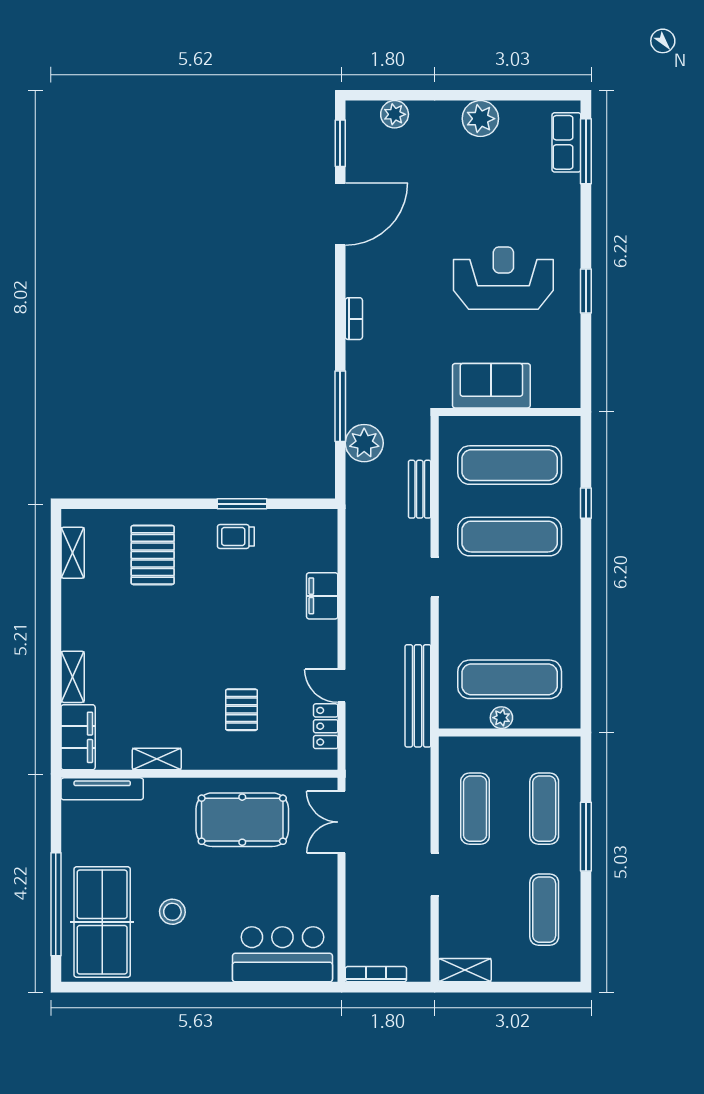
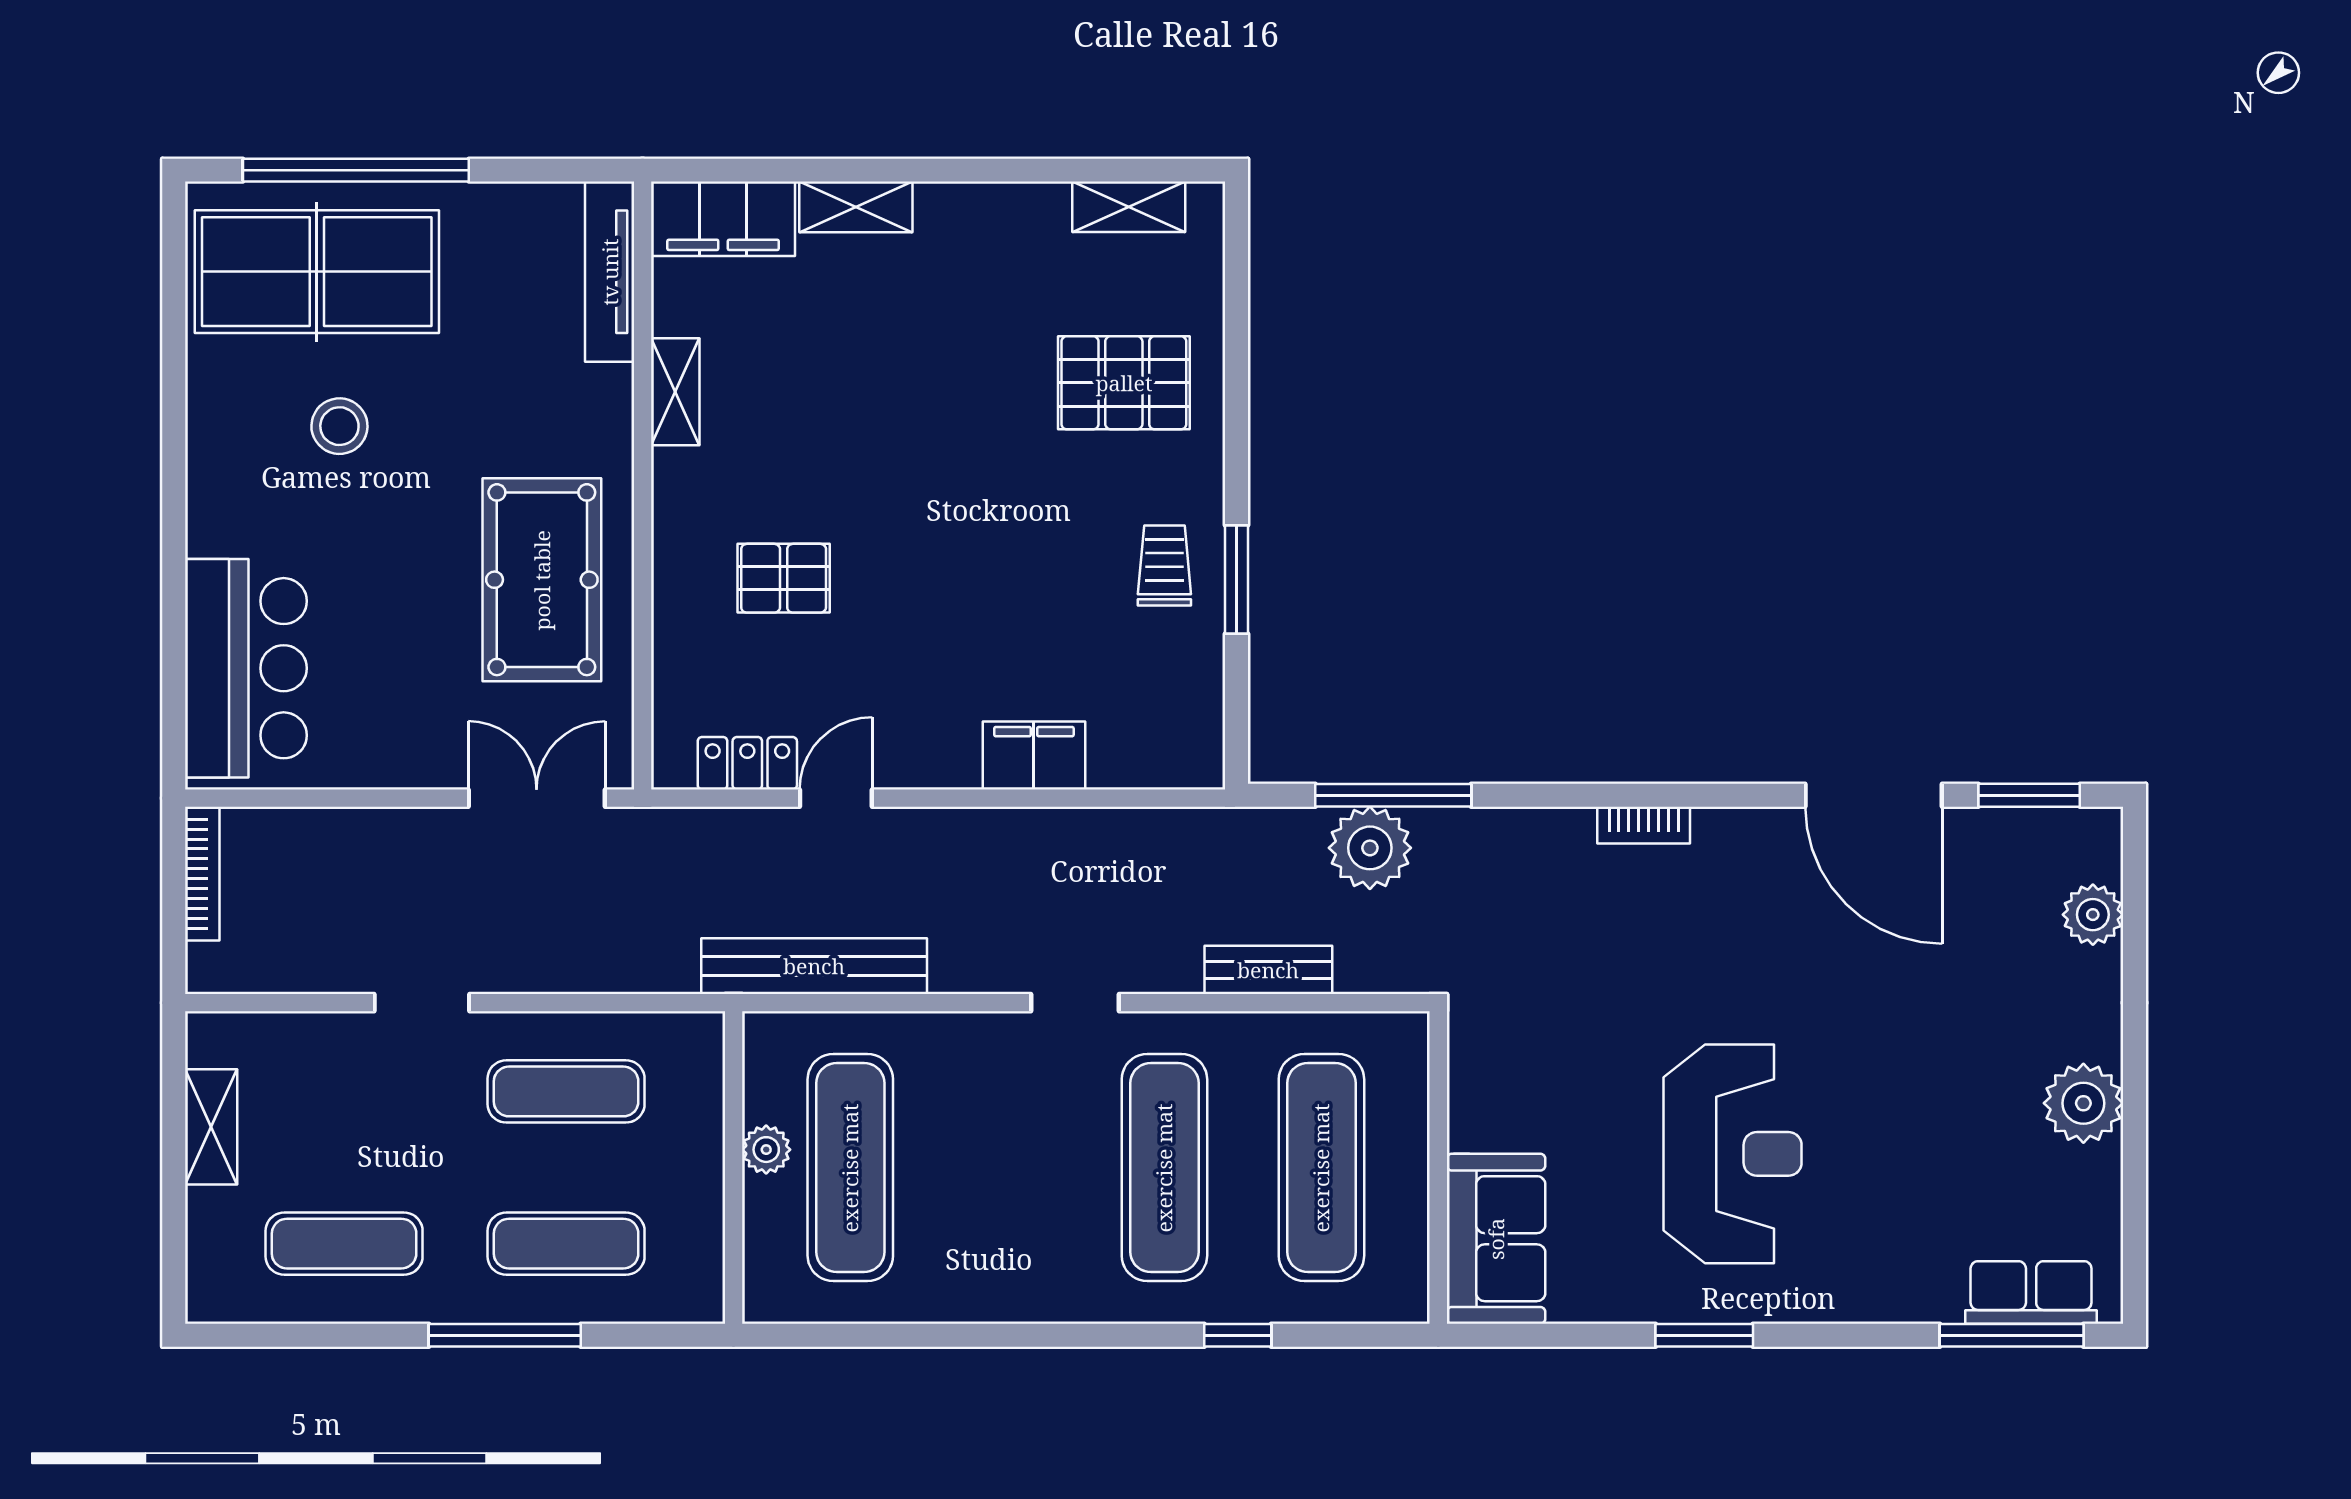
sofa: (491, 386) -> (1496, 1239), moved
window: (340, 406) -> (1393, 795), moved
shelving: (465, 970) -> (211, 1127), moved

